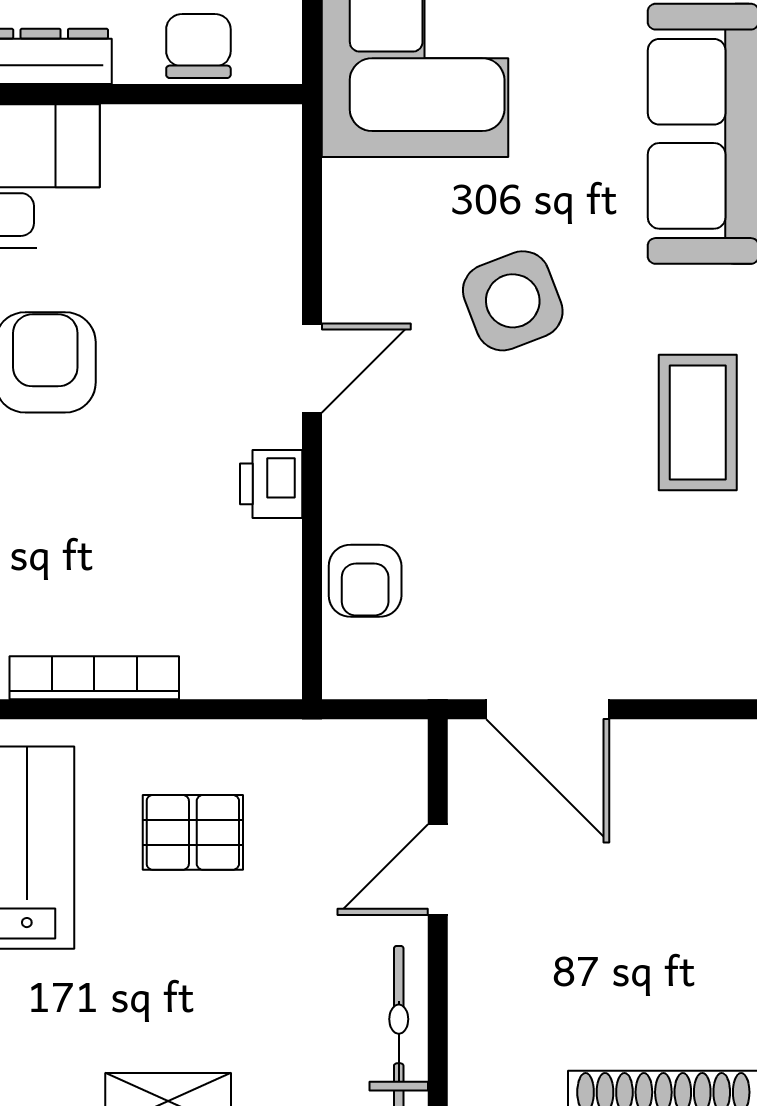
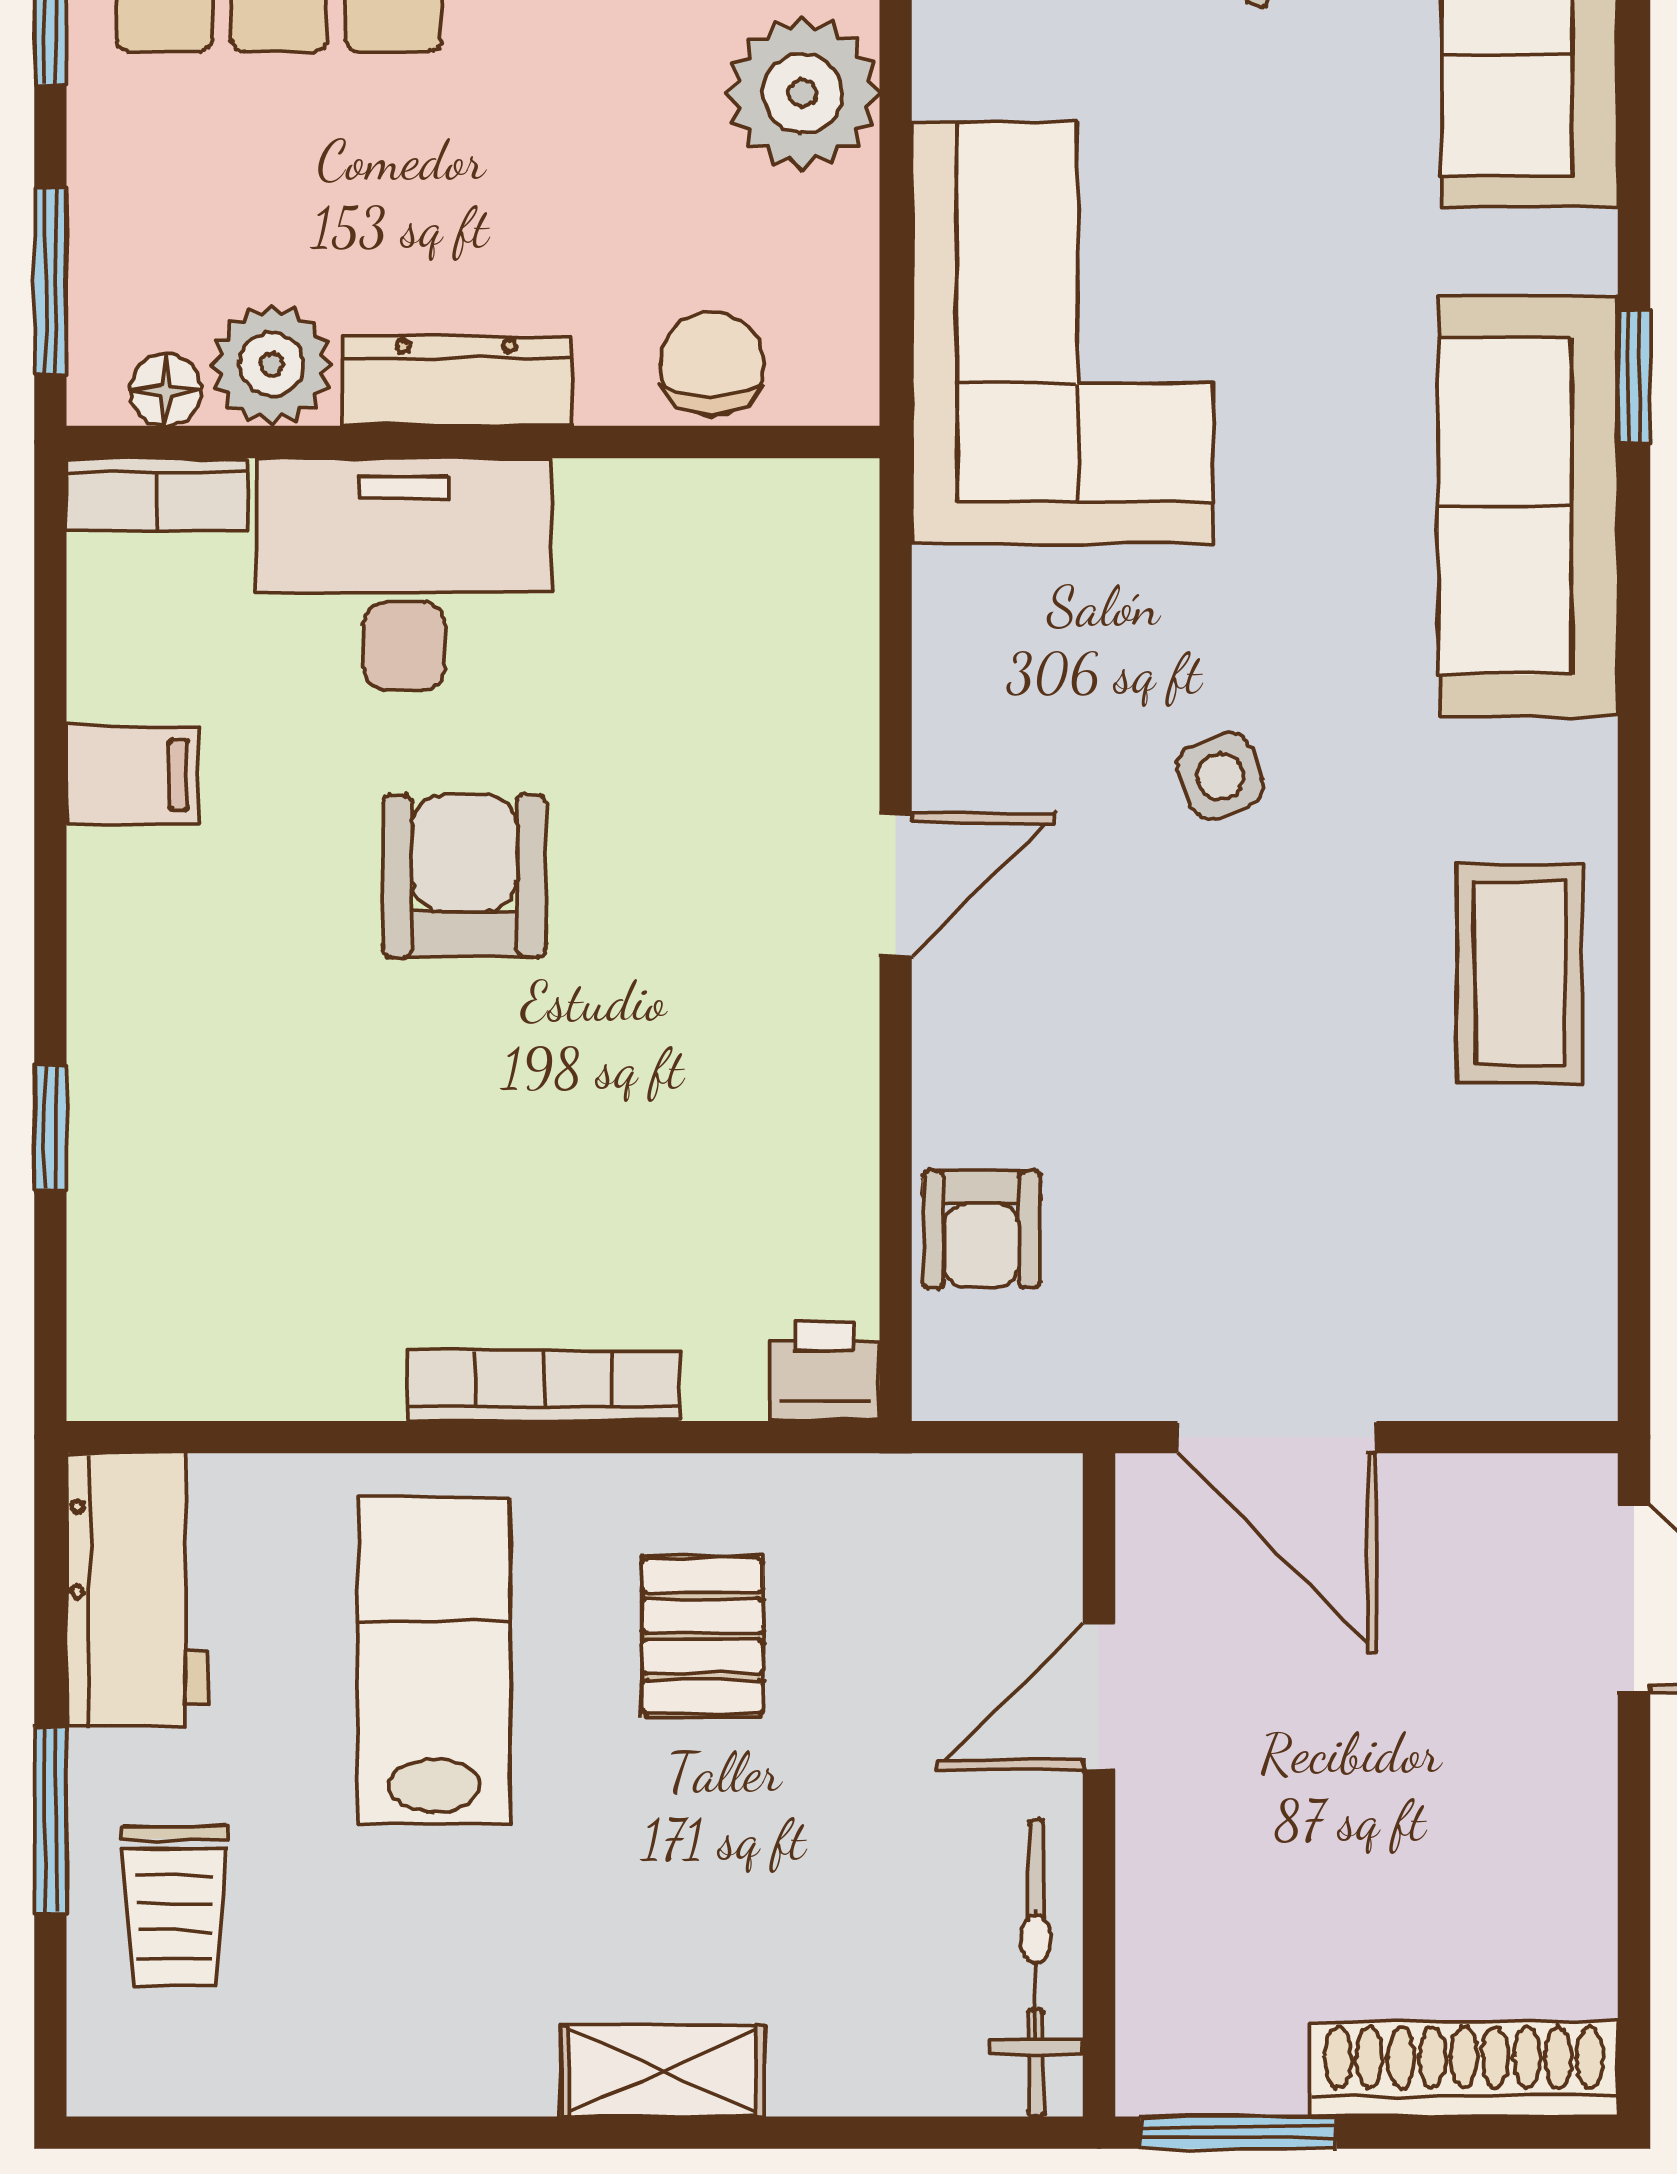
side table: (513, 301) -> (1220, 776), width x0.54, depth x0.54
printer: (271, 484) -> (824, 1371), moved, turned 90
pallet: (193, 832) -> (703, 1636), turned 90

